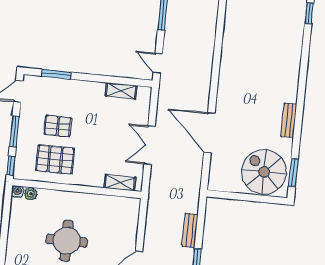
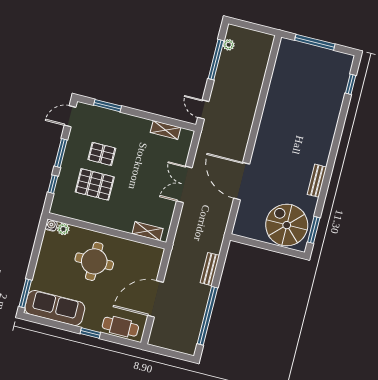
shelving: (120, 183) -> (148, 231), moved
wall: (77, 189) -> (107, 231), moved
water cooler: (17, 192) -> (51, 225), moved
plant: (31, 194) -> (63, 229), moved

